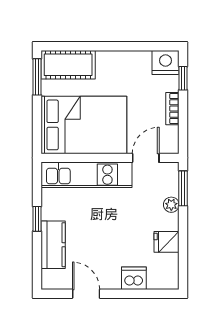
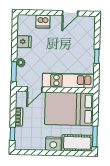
nightstand: (165, 62) -> (53, 144), moved
kitchen counter: (53, 245) -> (88, 41), removed
door: (86, 294) -> (70, 13), hinge flipped

